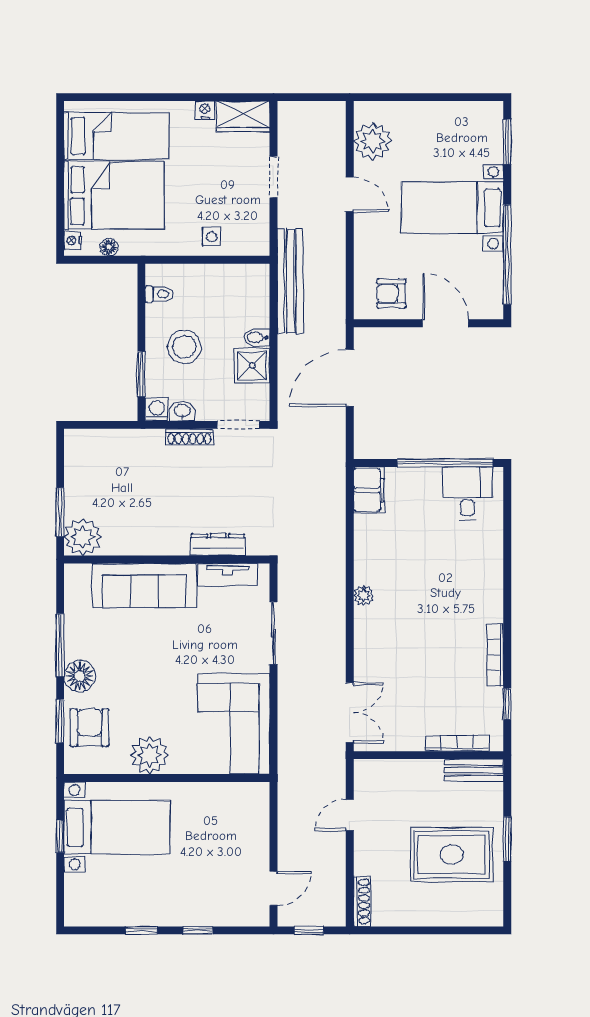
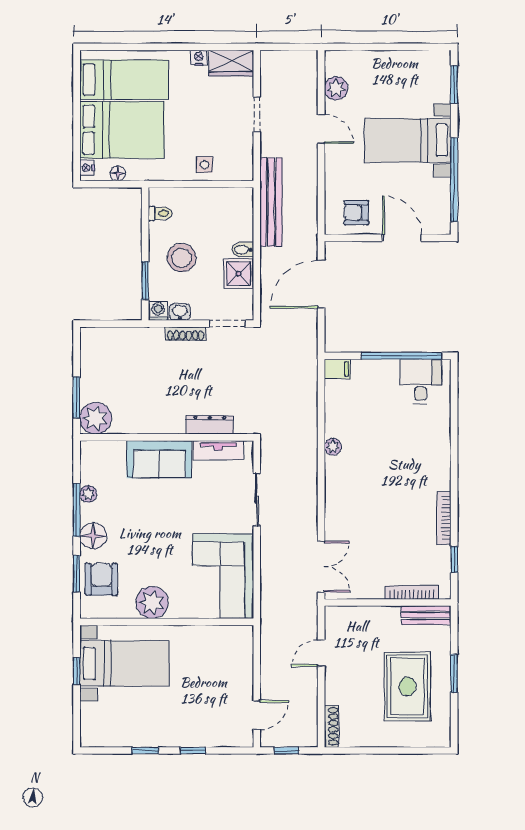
plant: (373, 141) -> (336, 88), width x0.73, depth x0.73
filing cabinet: (369, 490) -> (337, 369), width x0.50
sofa: (144, 586) -> (159, 459), width x0.73
plant: (364, 595) -> (333, 447), moved
plant: (74, 627) -> (88, 494), added
rug: (452, 854) -> (407, 686), turned 90

